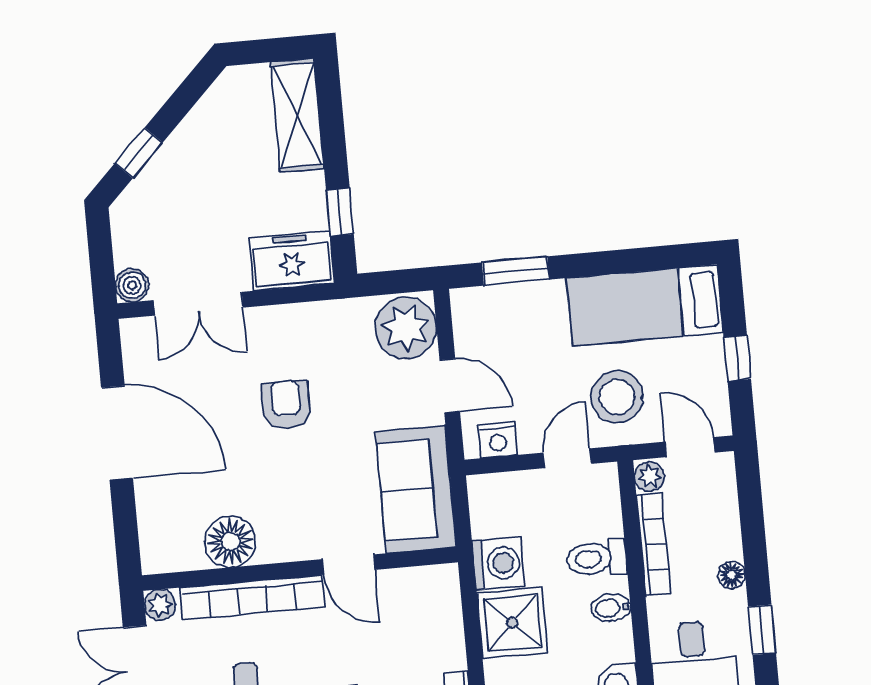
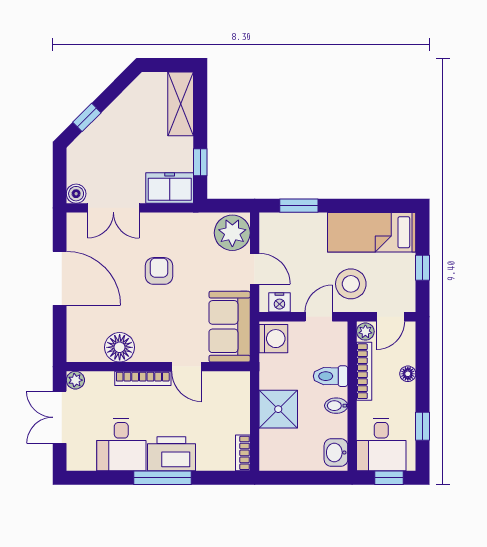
door: (690, 447) -> (390, 317), swing flipped
washing machine: (498, 563) -> (273, 339), moved
floor lamp: (732, 575) -> (408, 374), moved
bookcase: (253, 597) -> (143, 378), width x0.68, depth x0.76

